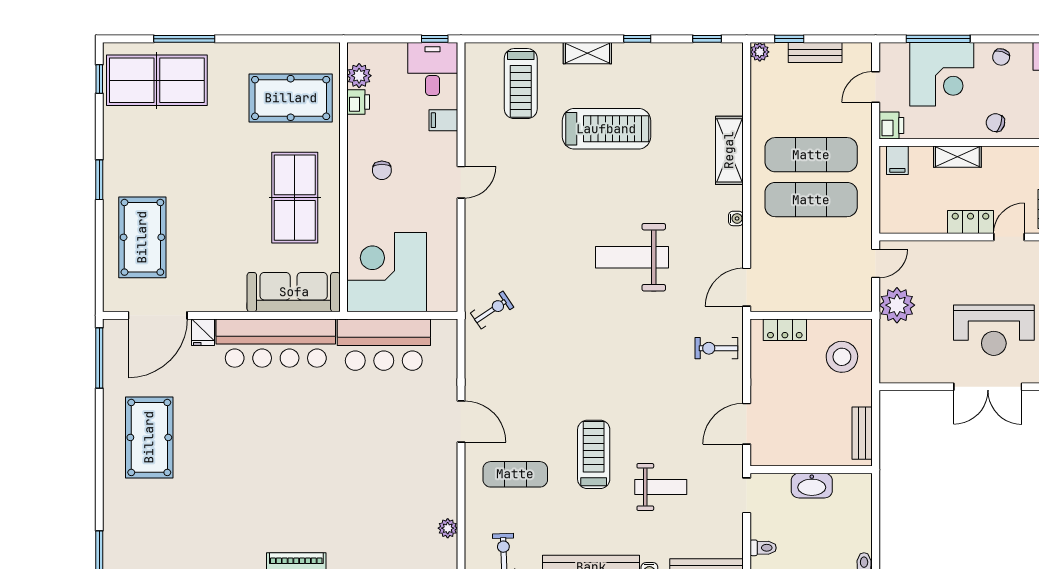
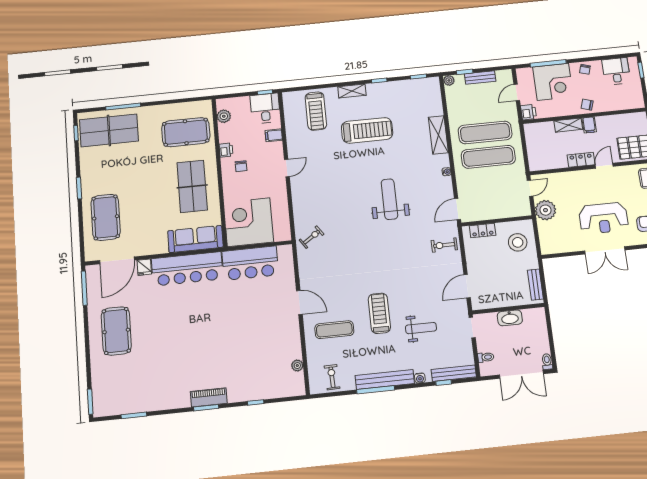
printer: (358, 102) -> (226, 150), moved
filing cabinet: (897, 160) -> (589, 125), moved
weight bench: (632, 257) -> (389, 199), turned 90

